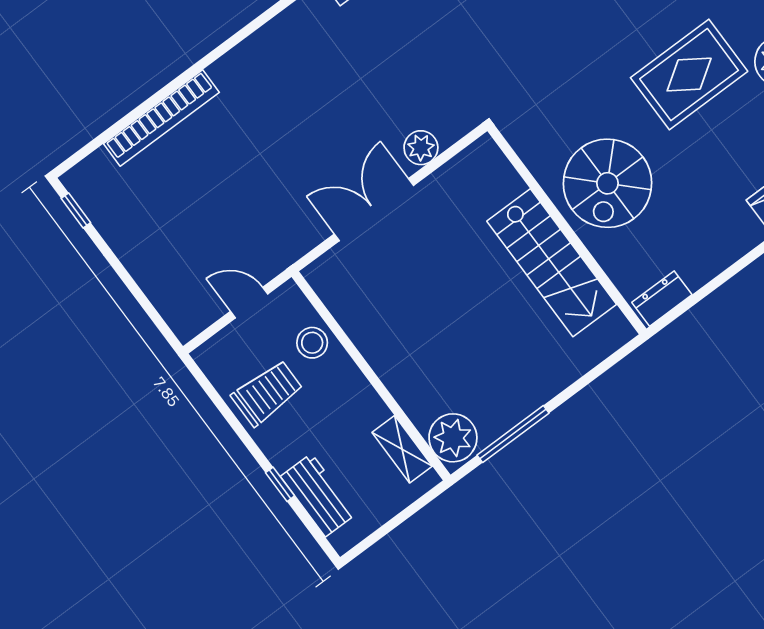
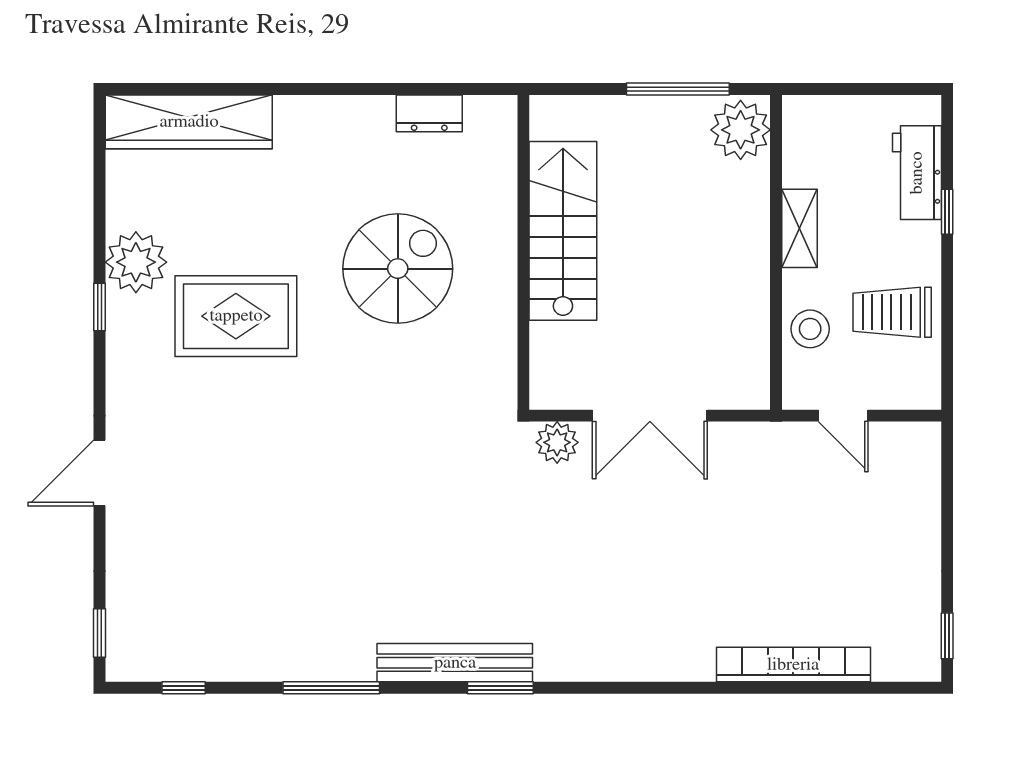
wall: (567, 230) -> (523, 252), moved
stairs: (552, 263) -> (563, 231), moved
shelving: (402, 449) -> (800, 228), moved

